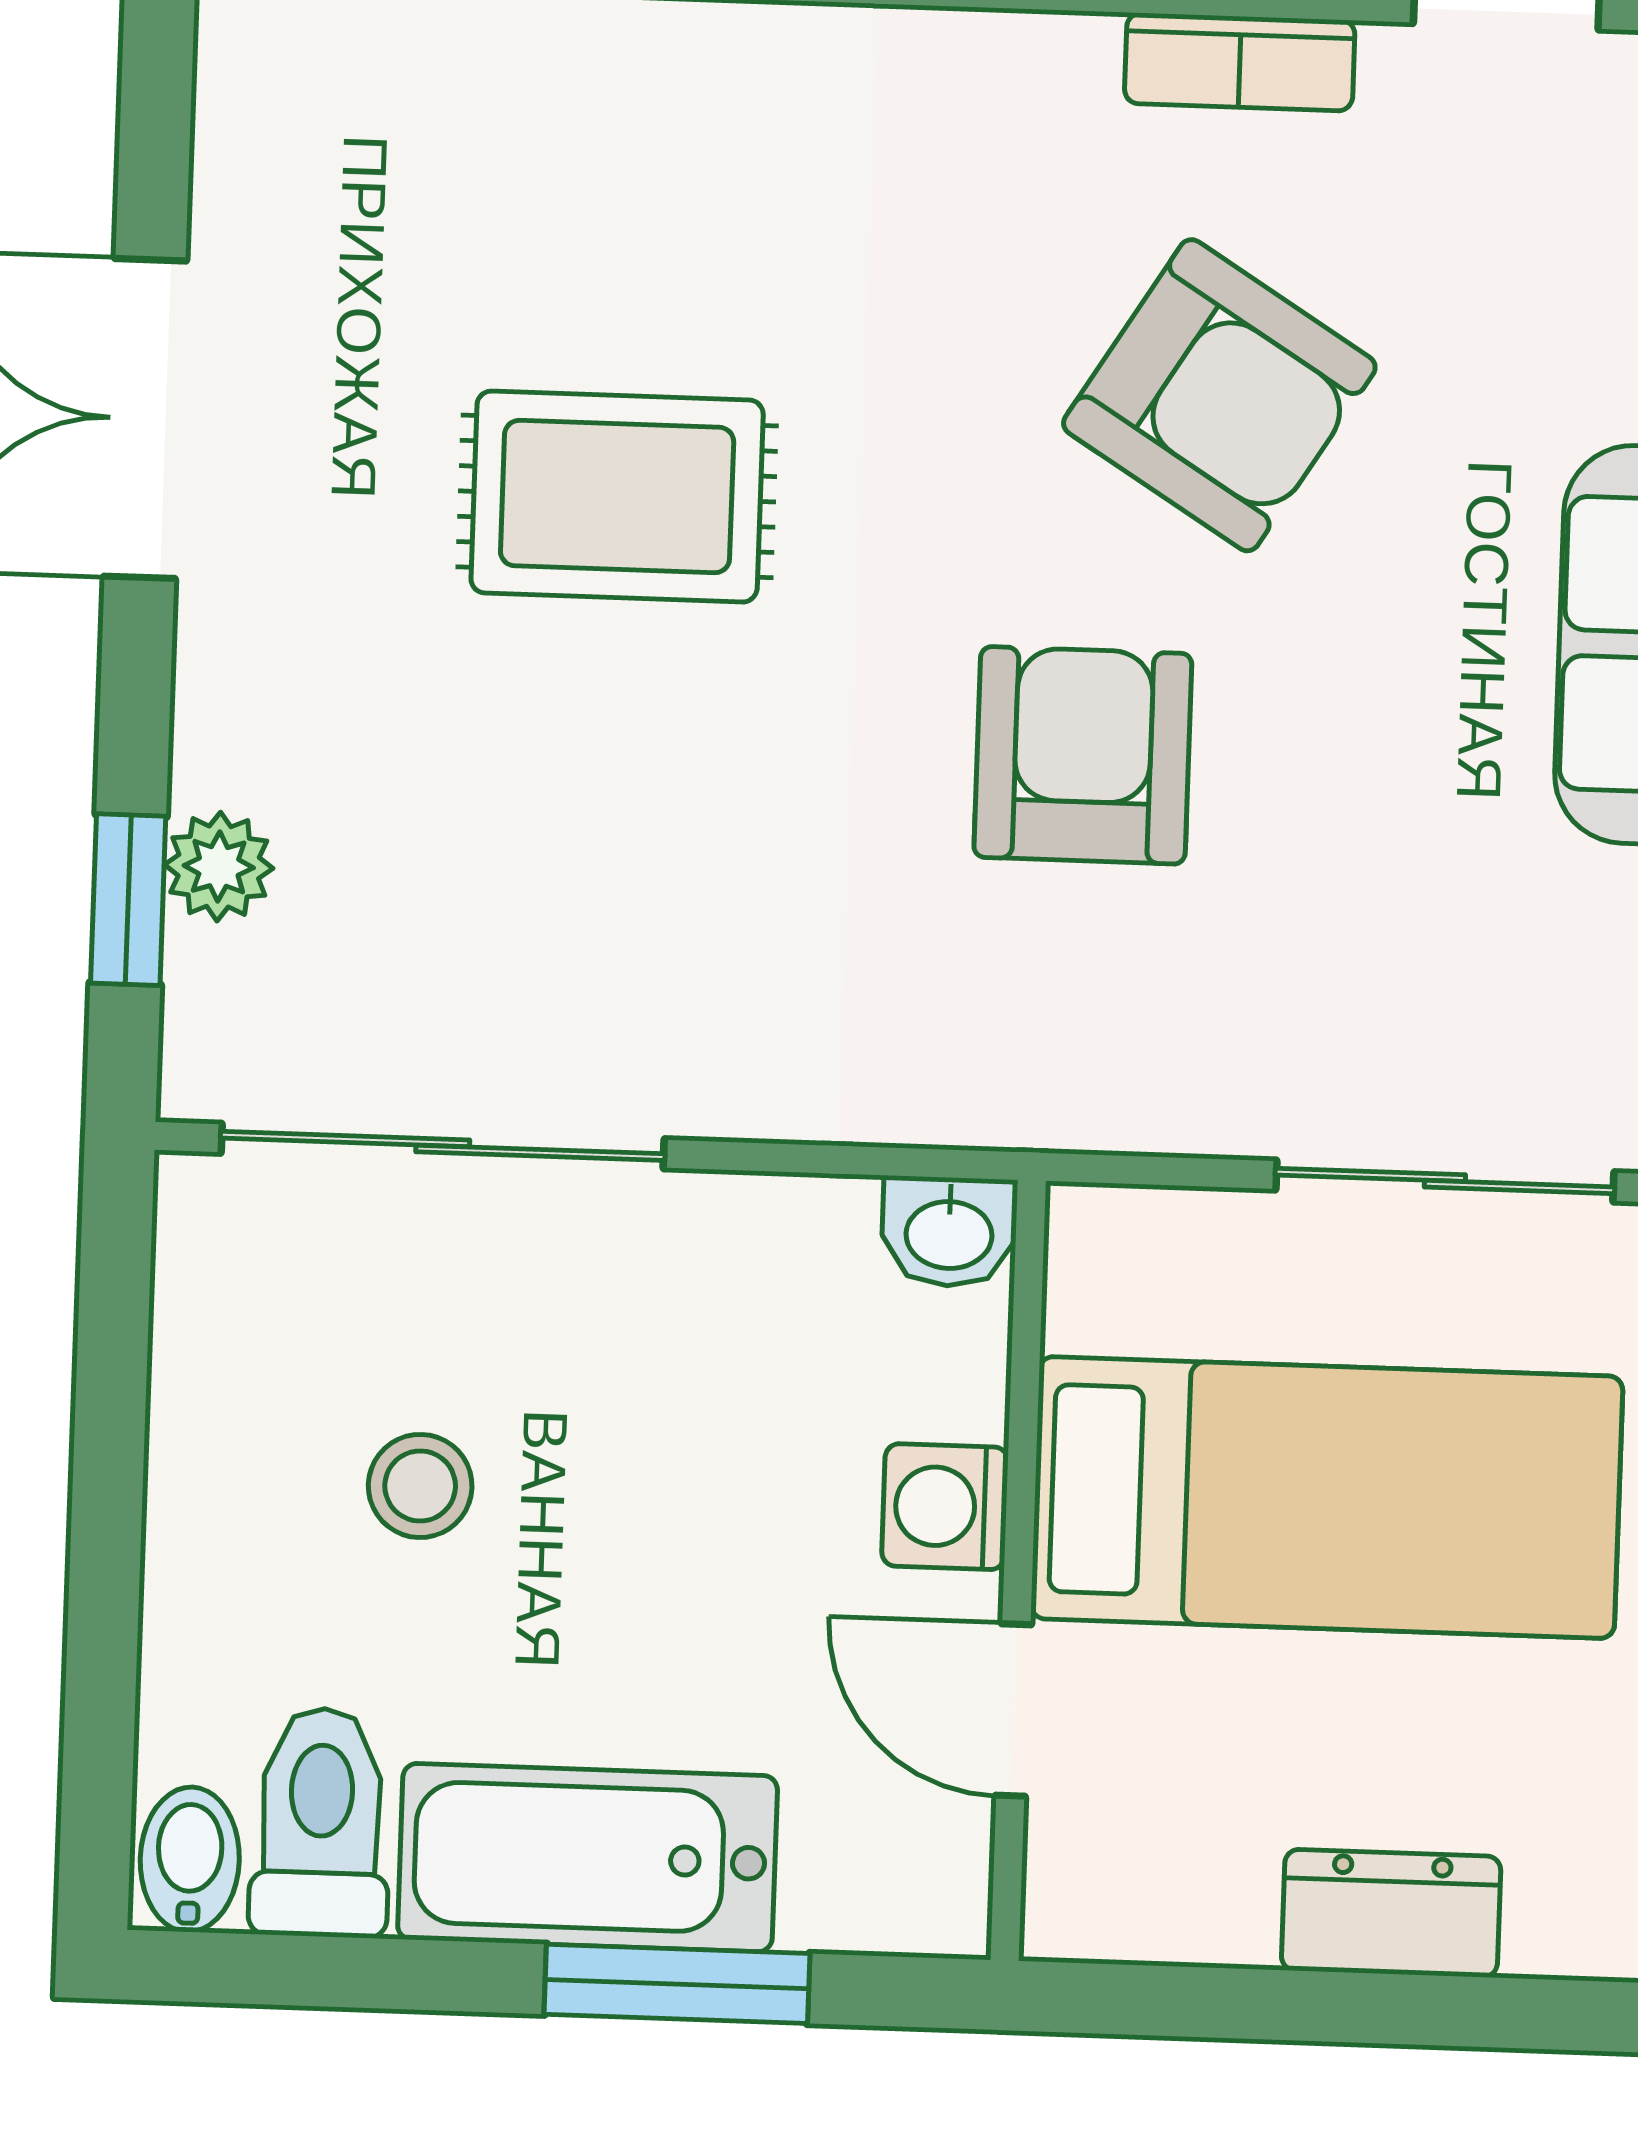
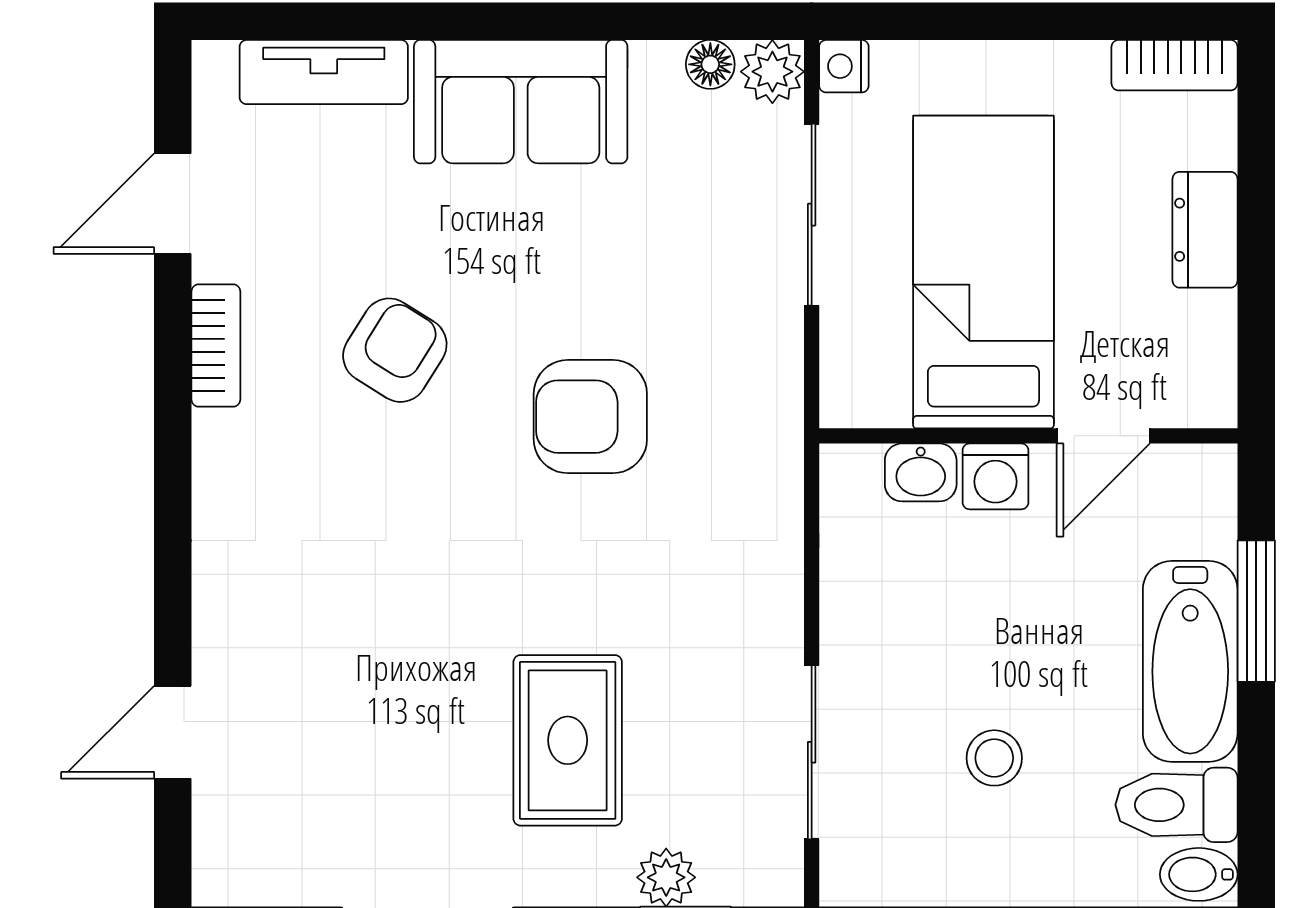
armchair: (1219, 395) -> (395, 350), width x0.72, depth x0.72
rug: (617, 497) -> (568, 740), moved
sliding door: (443, 1146) -> (812, 752), width x0.73
washbasin: (949, 1232) -> (921, 472), moved, turned 90

